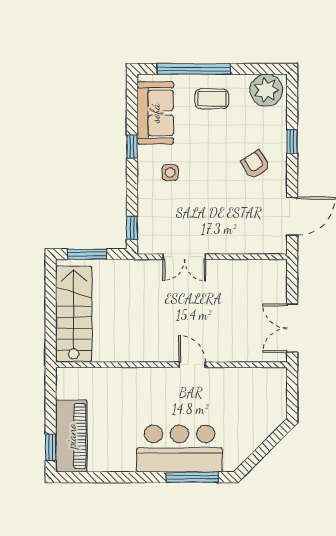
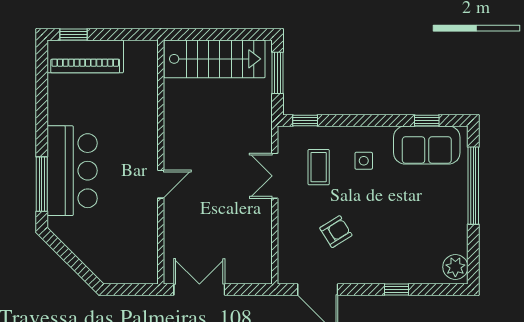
plant: (266, 90) -> (455, 267), width x0.73, depth x0.73
coffee table: (212, 99) -> (319, 167), moved
window: (132, 147) -> (427, 121), moved
armchair: (255, 165) -> (336, 232), moved

